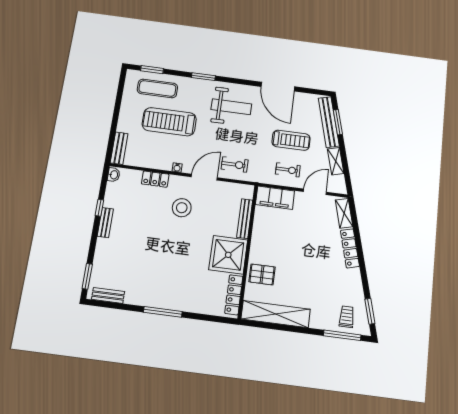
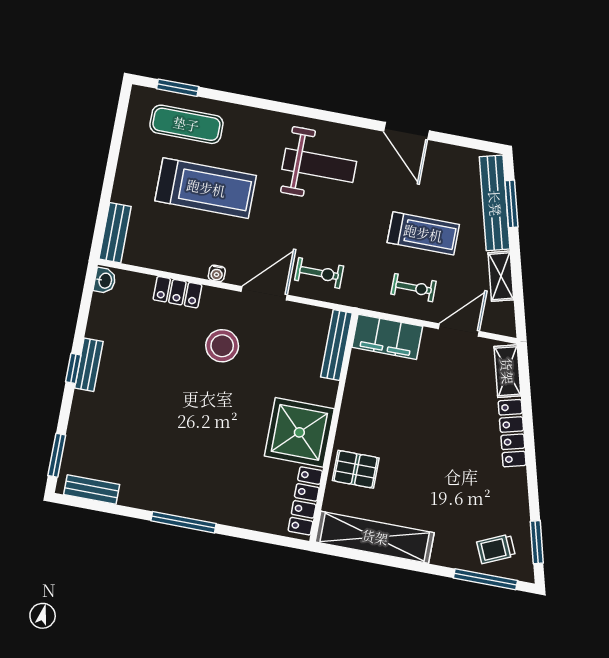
window: (203, 77) -> (271, 105), removed
door: (278, 87) -> (407, 131), width x0.73
treadmill: (169, 122) -> (206, 188), turned 180
window: (99, 208) -> (73, 368), moved
bench: (245, 219) -> (336, 345), moved
trolley: (347, 317) -> (496, 549), turned -114

